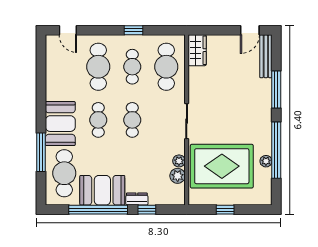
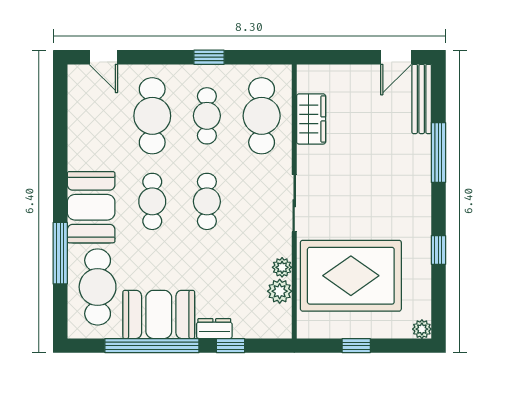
wardrobe: (197, 50) -> (311, 119), moved
window: (276, 150) -> (438, 250), width x0.32
plant: (266, 161) -> (422, 329), moved

